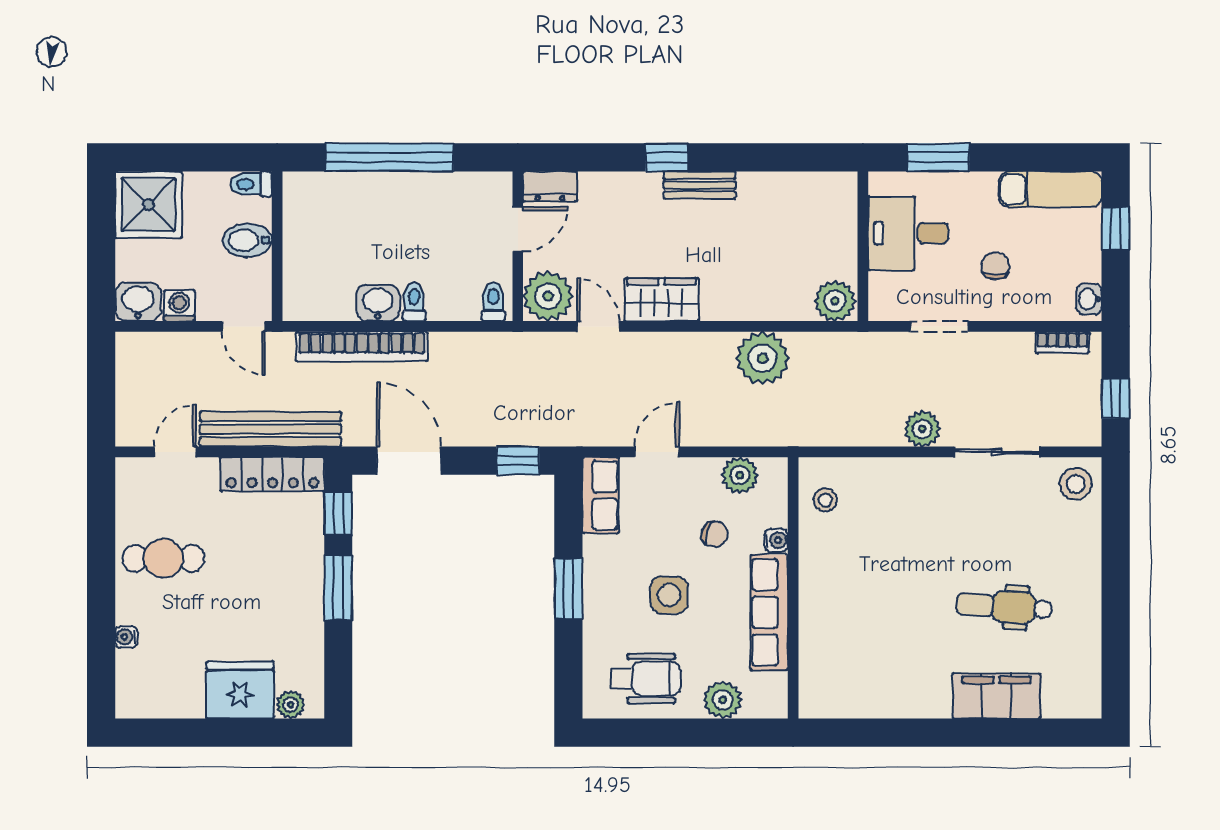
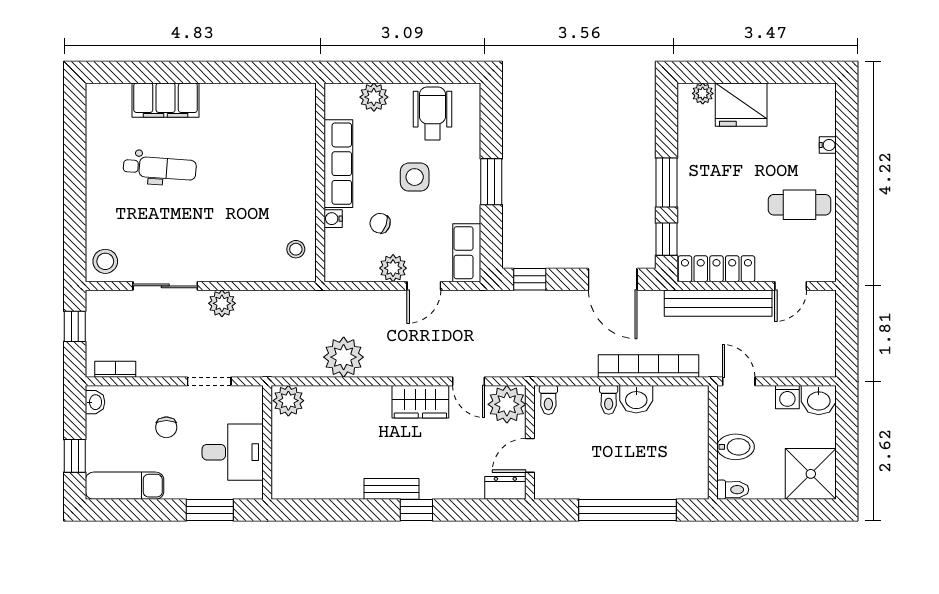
plant: (740, 475) -> (393, 268), moved
wheelchair: (646, 679) -> (432, 113), turned 90

